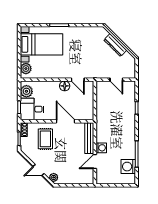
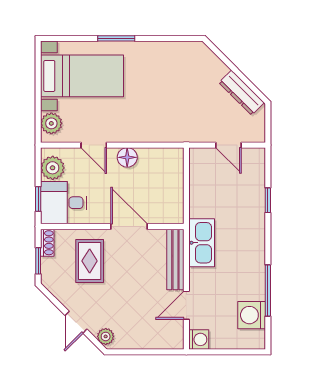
dresser: (115, 45) -> (242, 93), moved
door: (78, 80) -> (94, 145), moved
kitchen sink: (103, 130) -> (202, 243), added
washing machine: (101, 148) -> (199, 339), moved
door: (38, 170) -> (76, 322), hinge flipped

